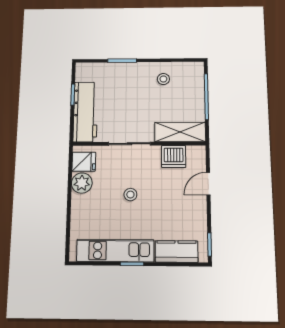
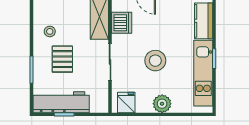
pallet: (133, 92) -> (62, 59), added
workbench: (86, 112) -> (61, 102), moved
plant: (82, 183) -> (162, 104), moved
stool: (130, 195) -> (155, 61), width x1.89, depth x1.89

